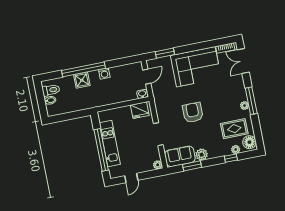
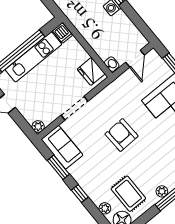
door: (147, 77) -> (135, 59), hinge flipped
armchair: (193, 112) -> (121, 135), turned -92
dishwasher: (104, 116) -> (62, 33), added
plant: (202, 155) -> (78, 172), removed
window: (231, 158) -> (80, 194), moved

